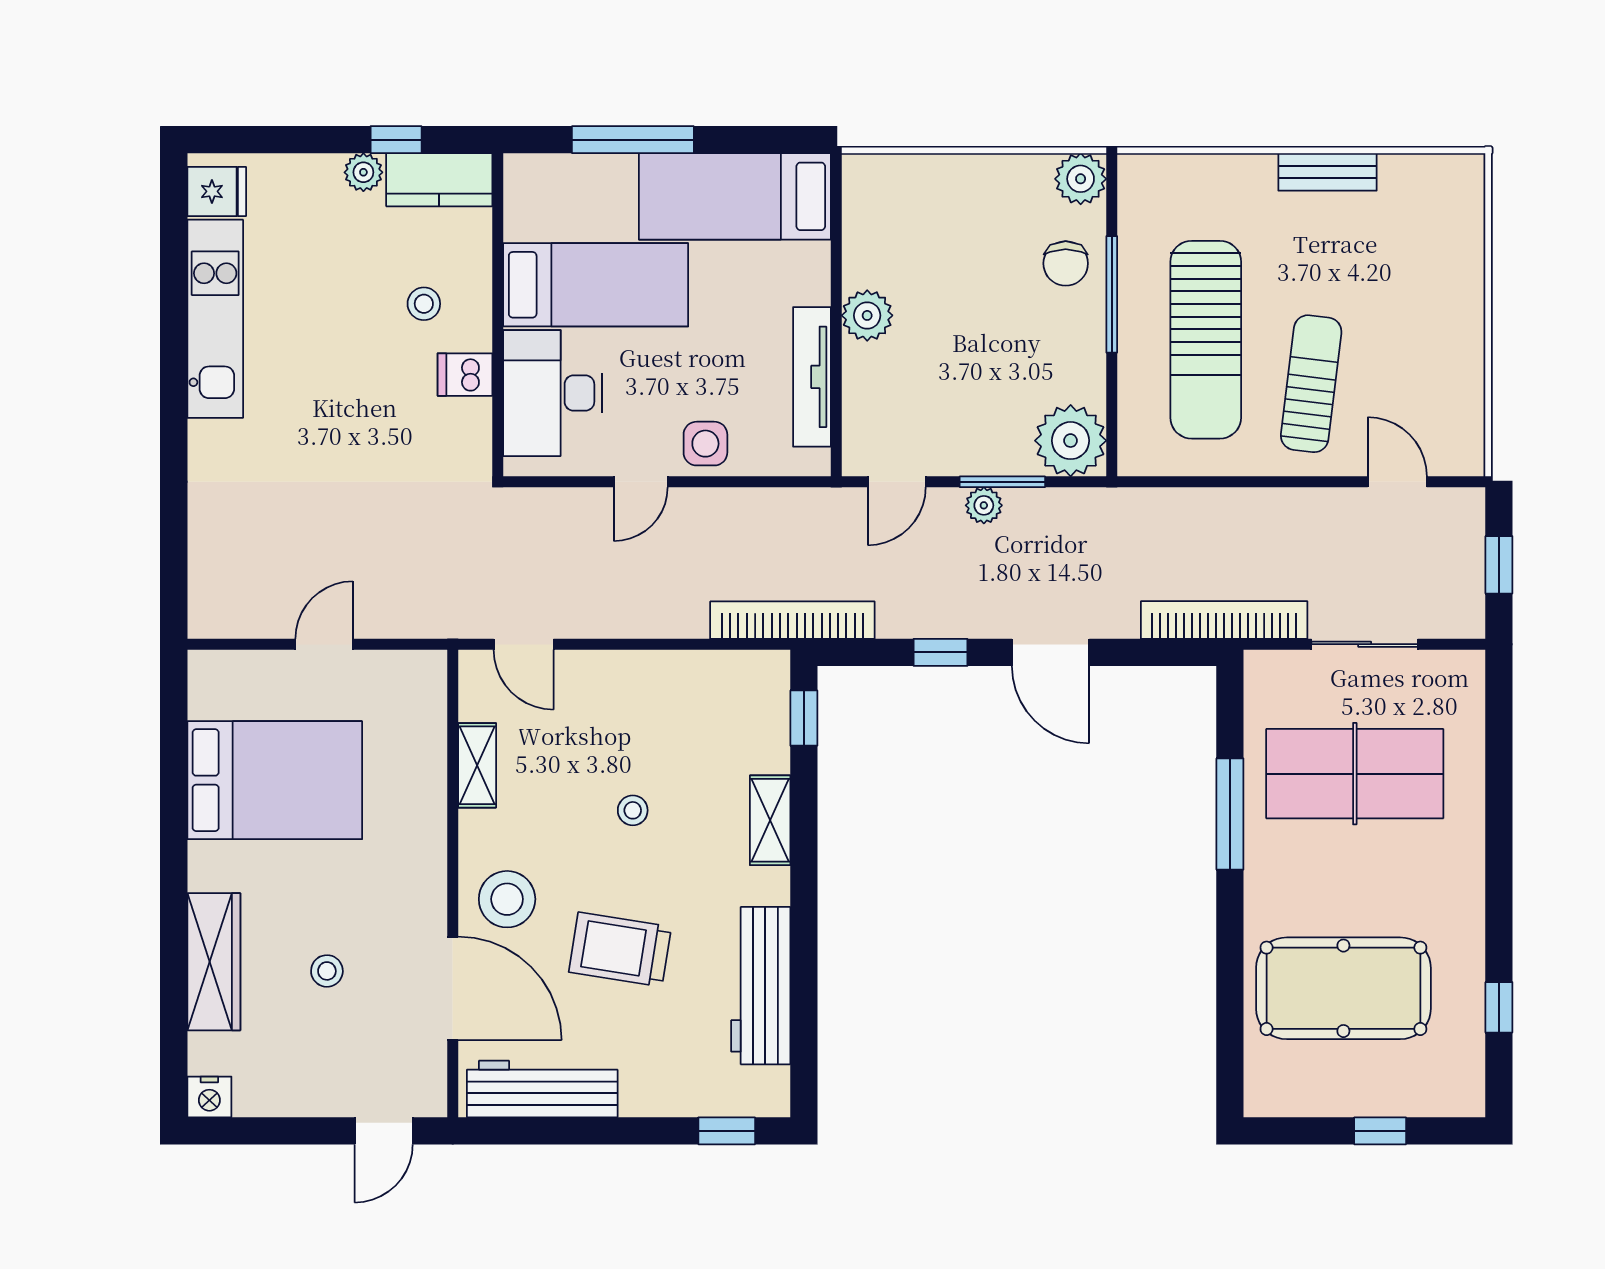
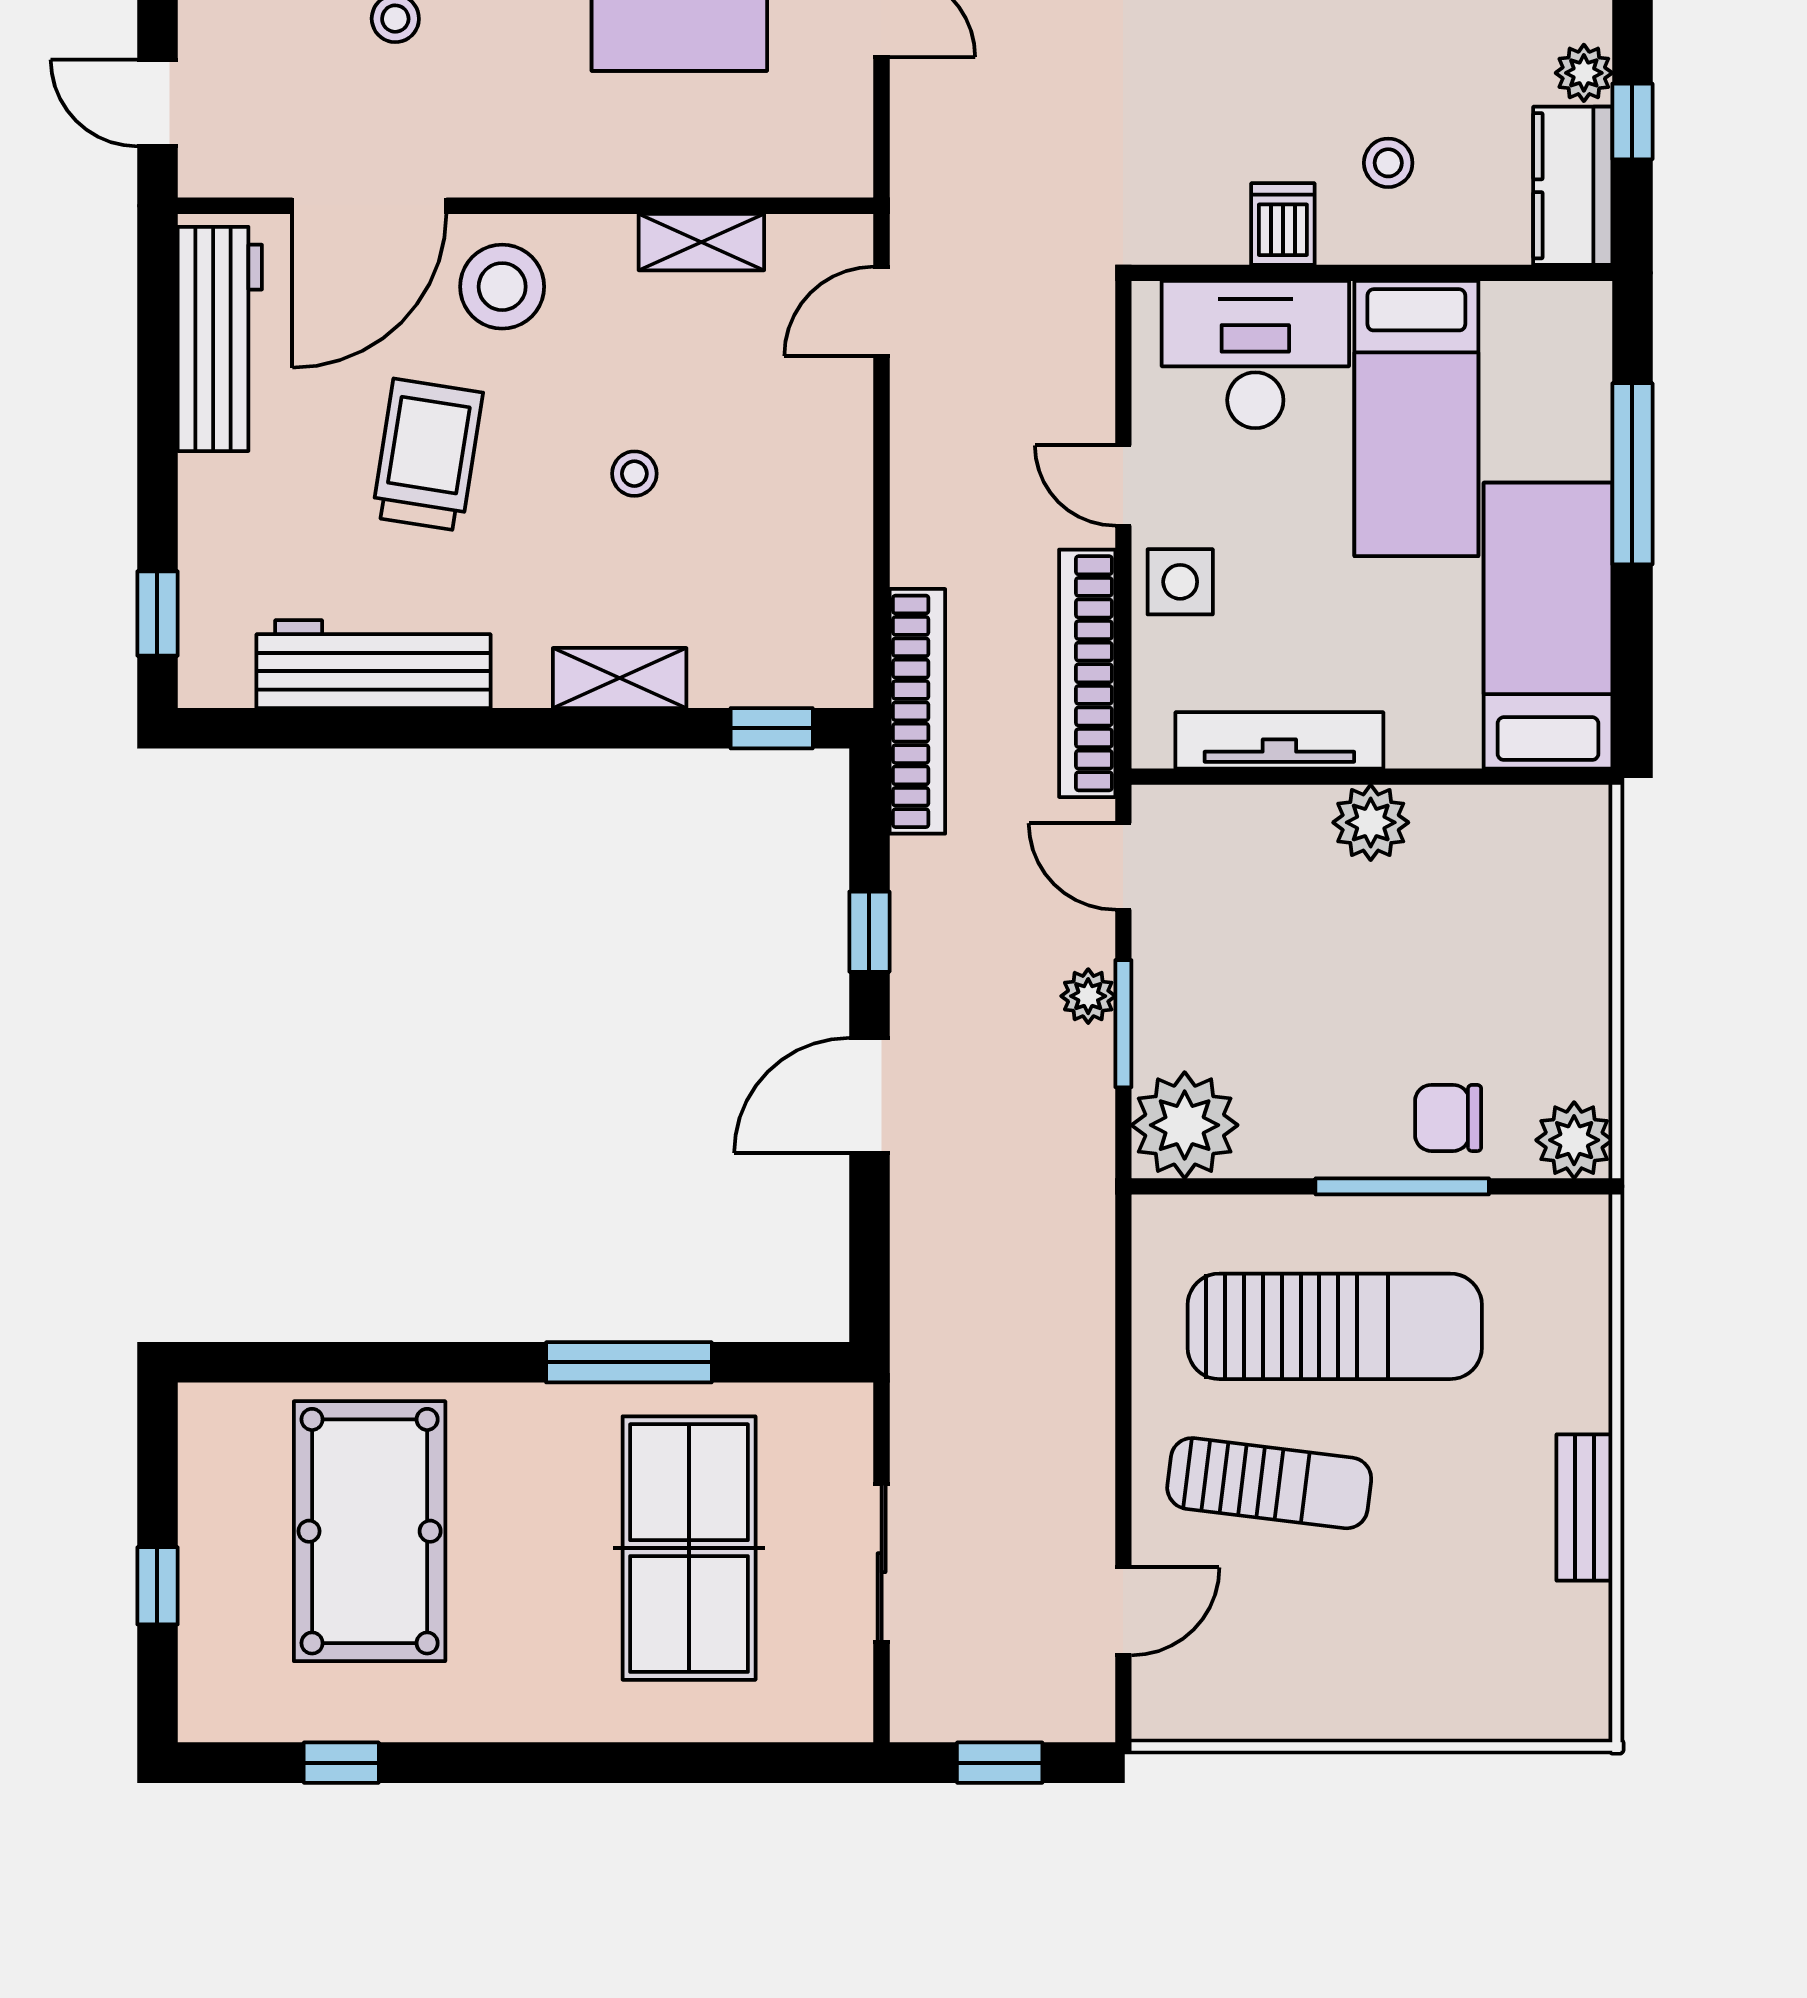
sun lounger: (1206, 340) -> (1335, 1326), turned 180
bookcase: (1224, 620) -> (1087, 673), moved, turned 180

